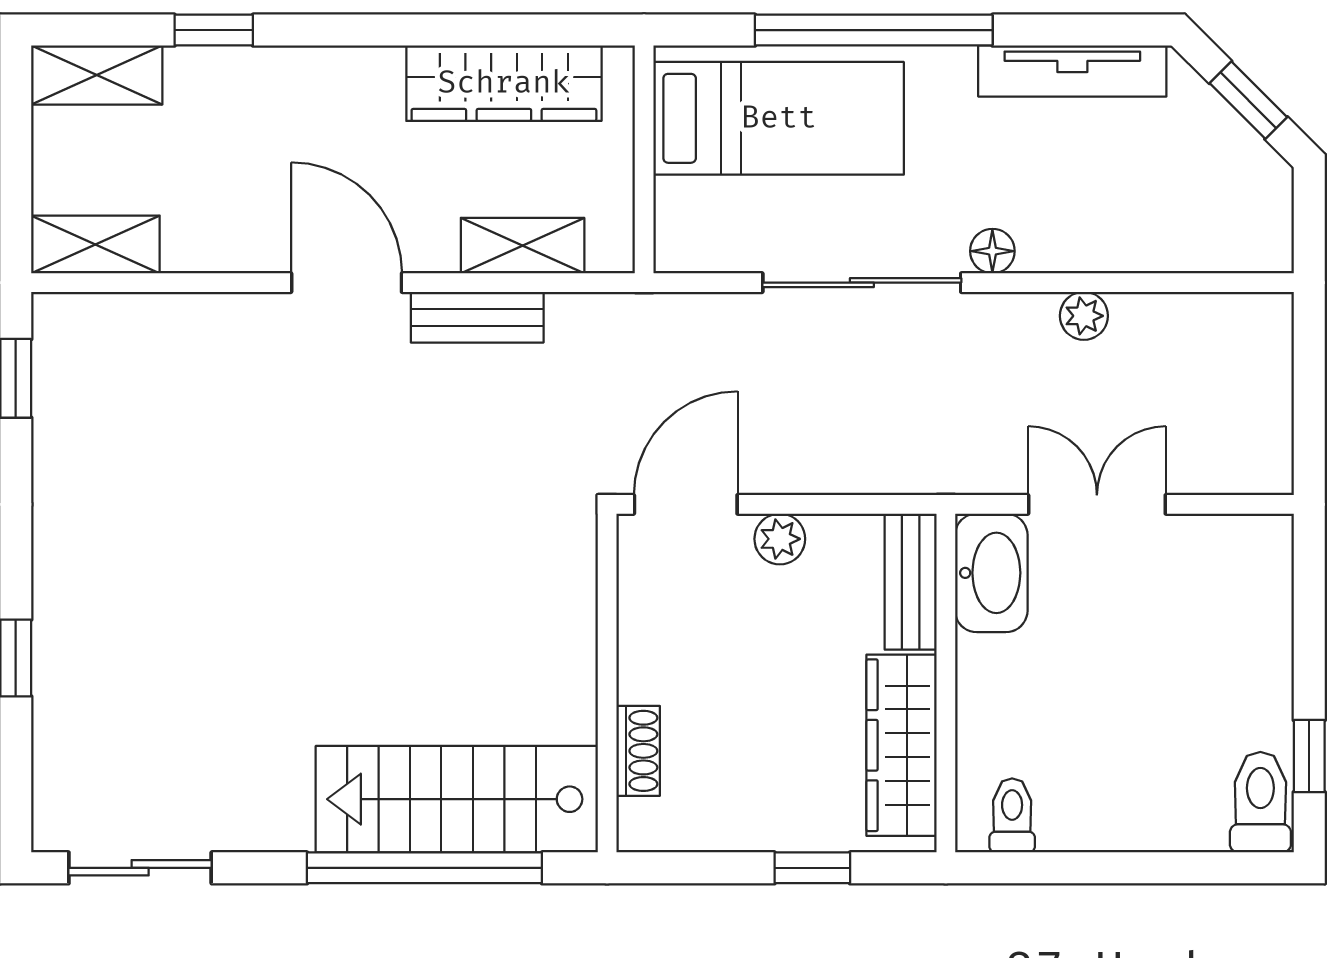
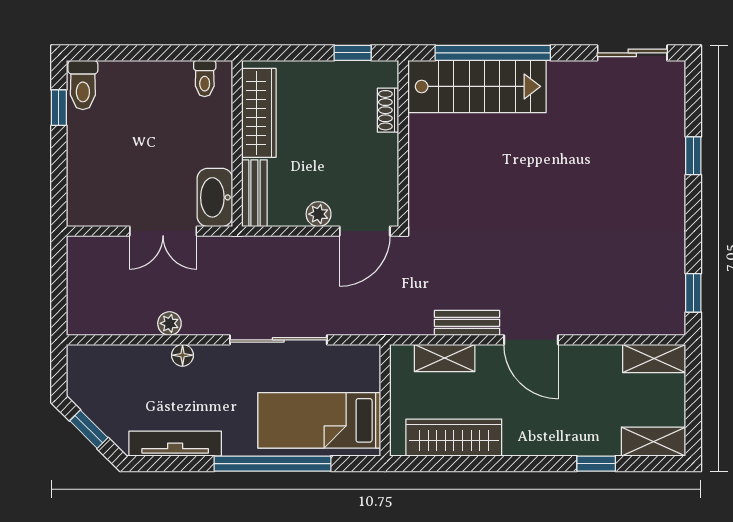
floor lamp: (992, 251) -> (183, 355), moved
window: (812, 868) -> (353, 53), moved

